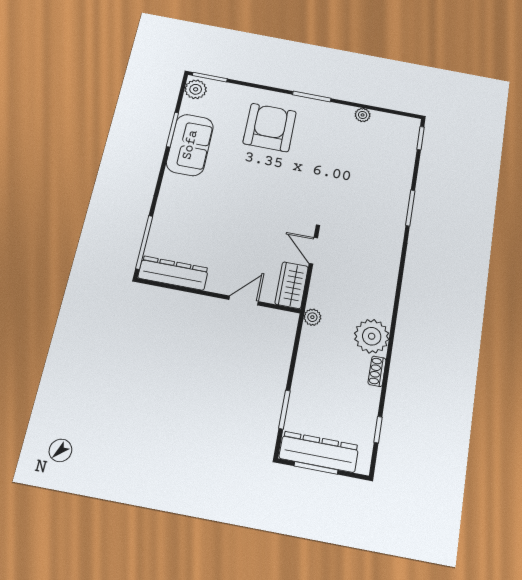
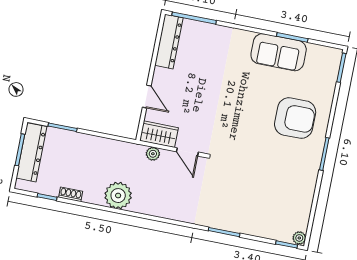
plant: (196, 89) -> (330, 56), removed
plant: (363, 115) -> (299, 238), moved
door: (313, 251) -> (187, 152), swing flipped
plant: (312, 317) -> (153, 154), moved
shoe rack: (377, 371) -> (71, 194), moved

